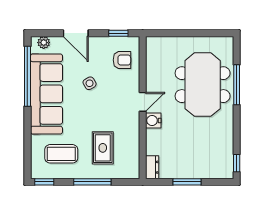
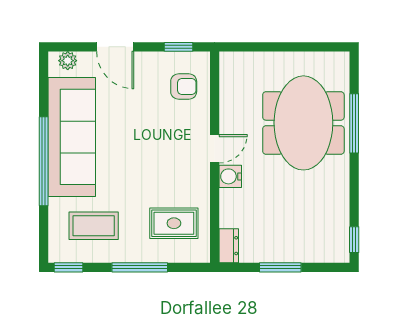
window: (27, 76) -> (44, 161), moved
side table: (90, 83) -> (136, 121), removed
rug: (103, 148) -> (174, 223), moved, turned 90

